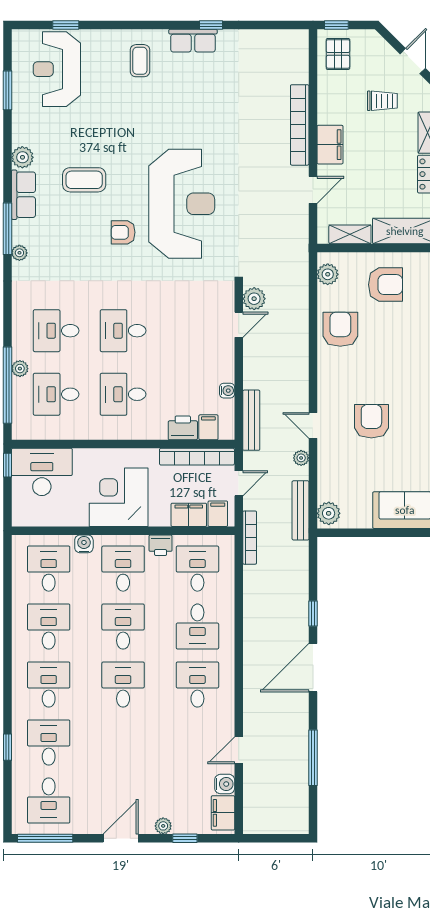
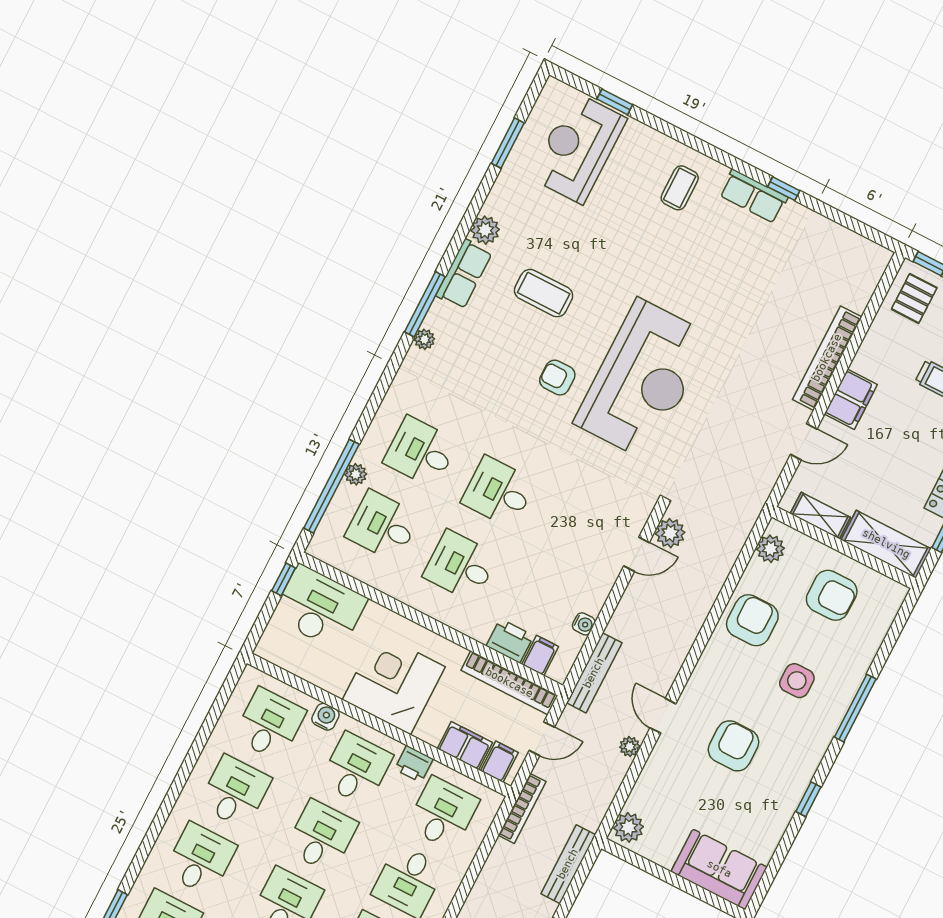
side table: (392, 355) -> (797, 681), added
bench: (301, 510) -> (568, 864), moved

